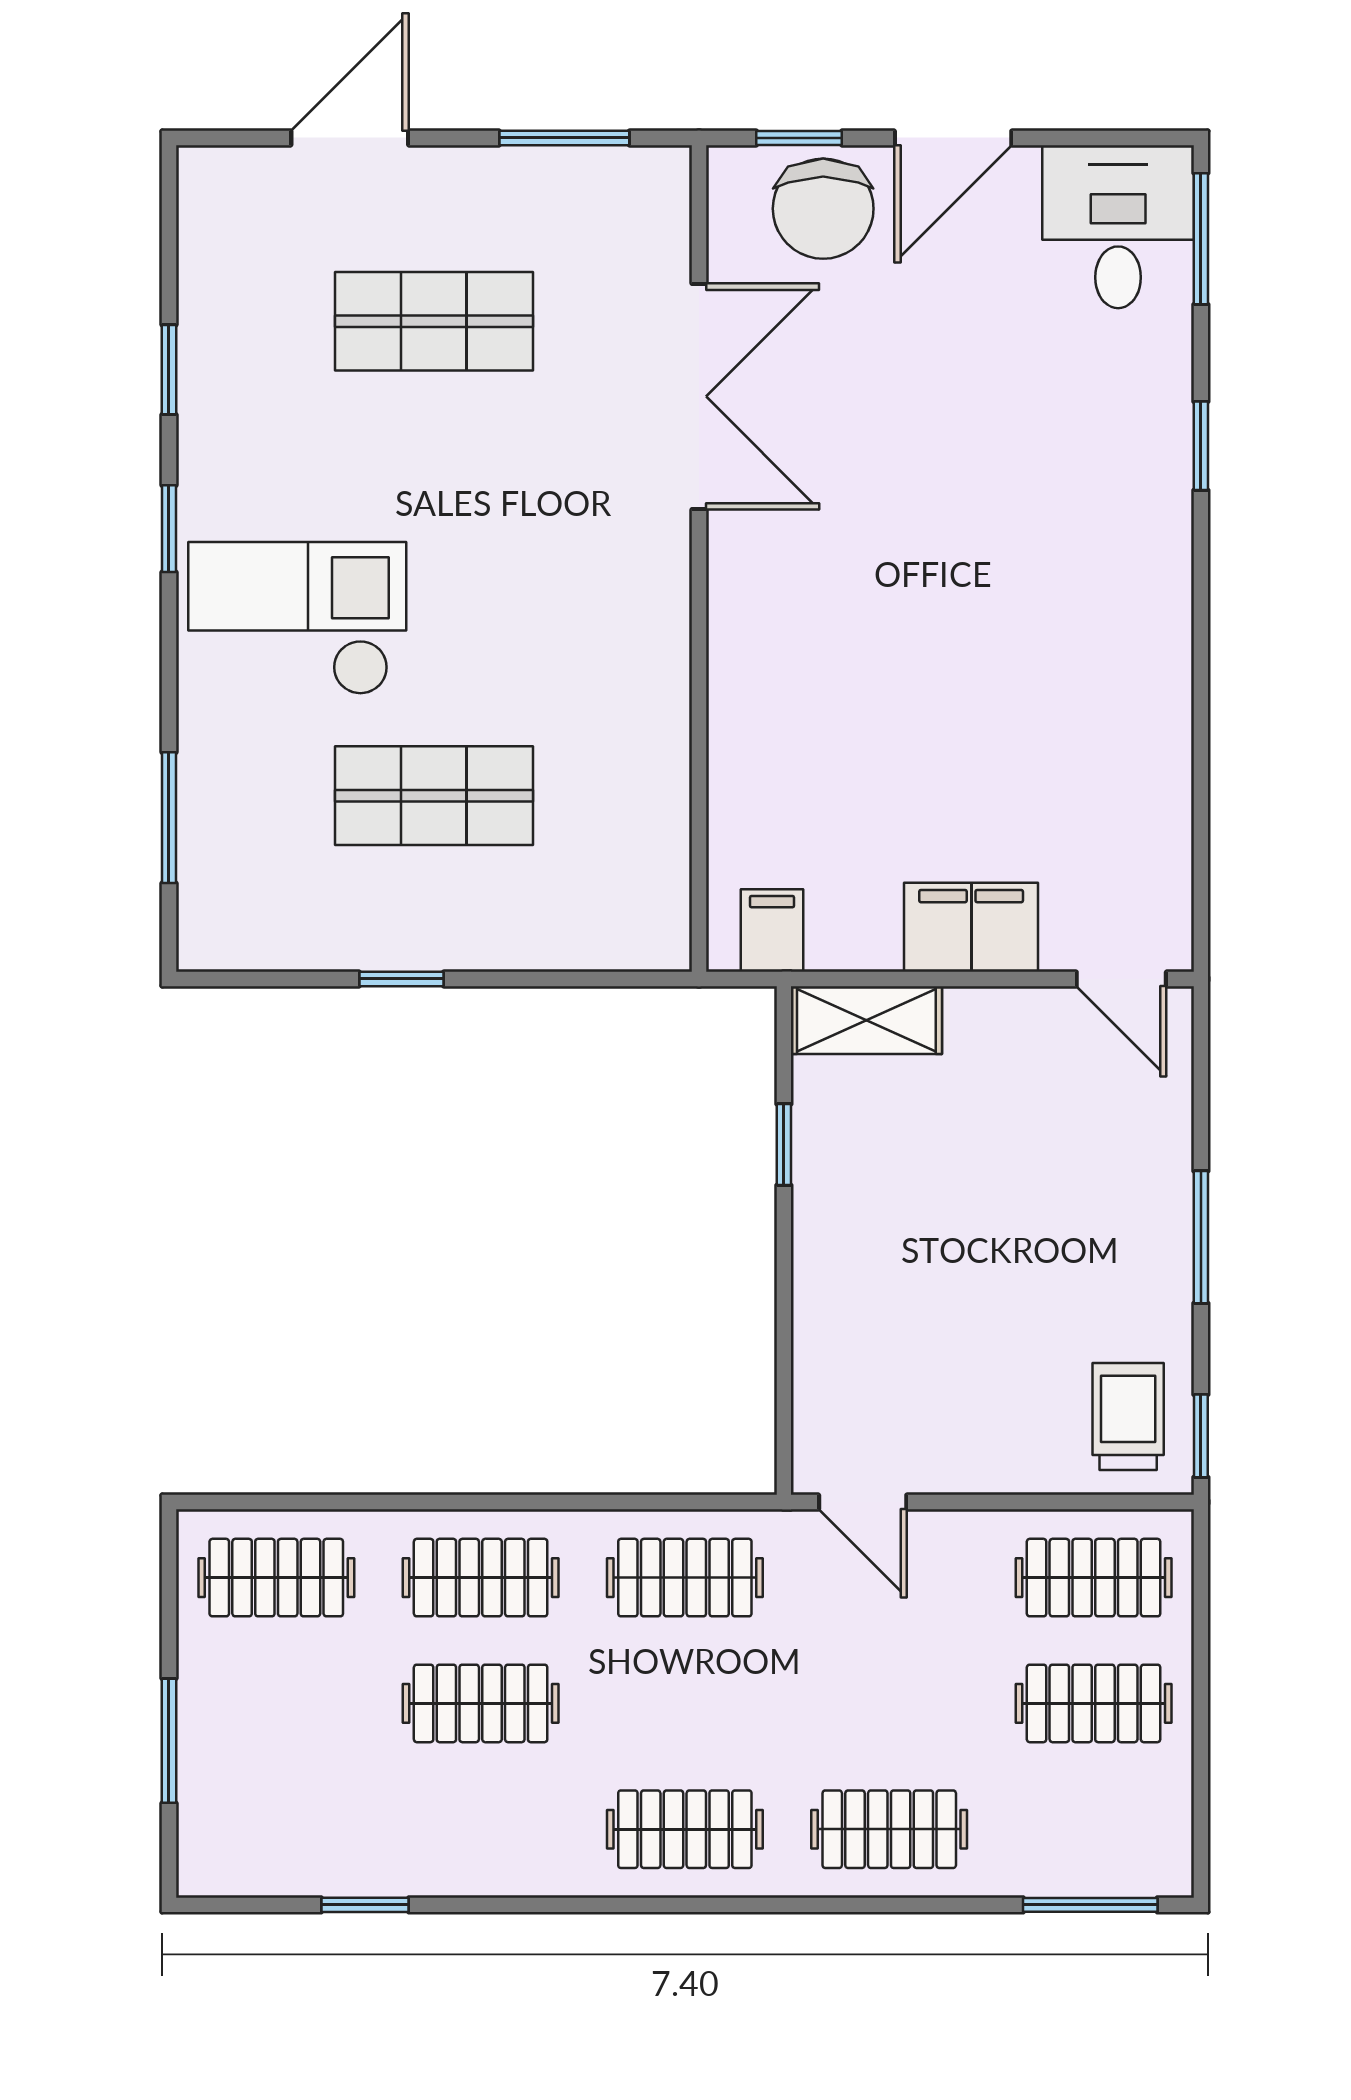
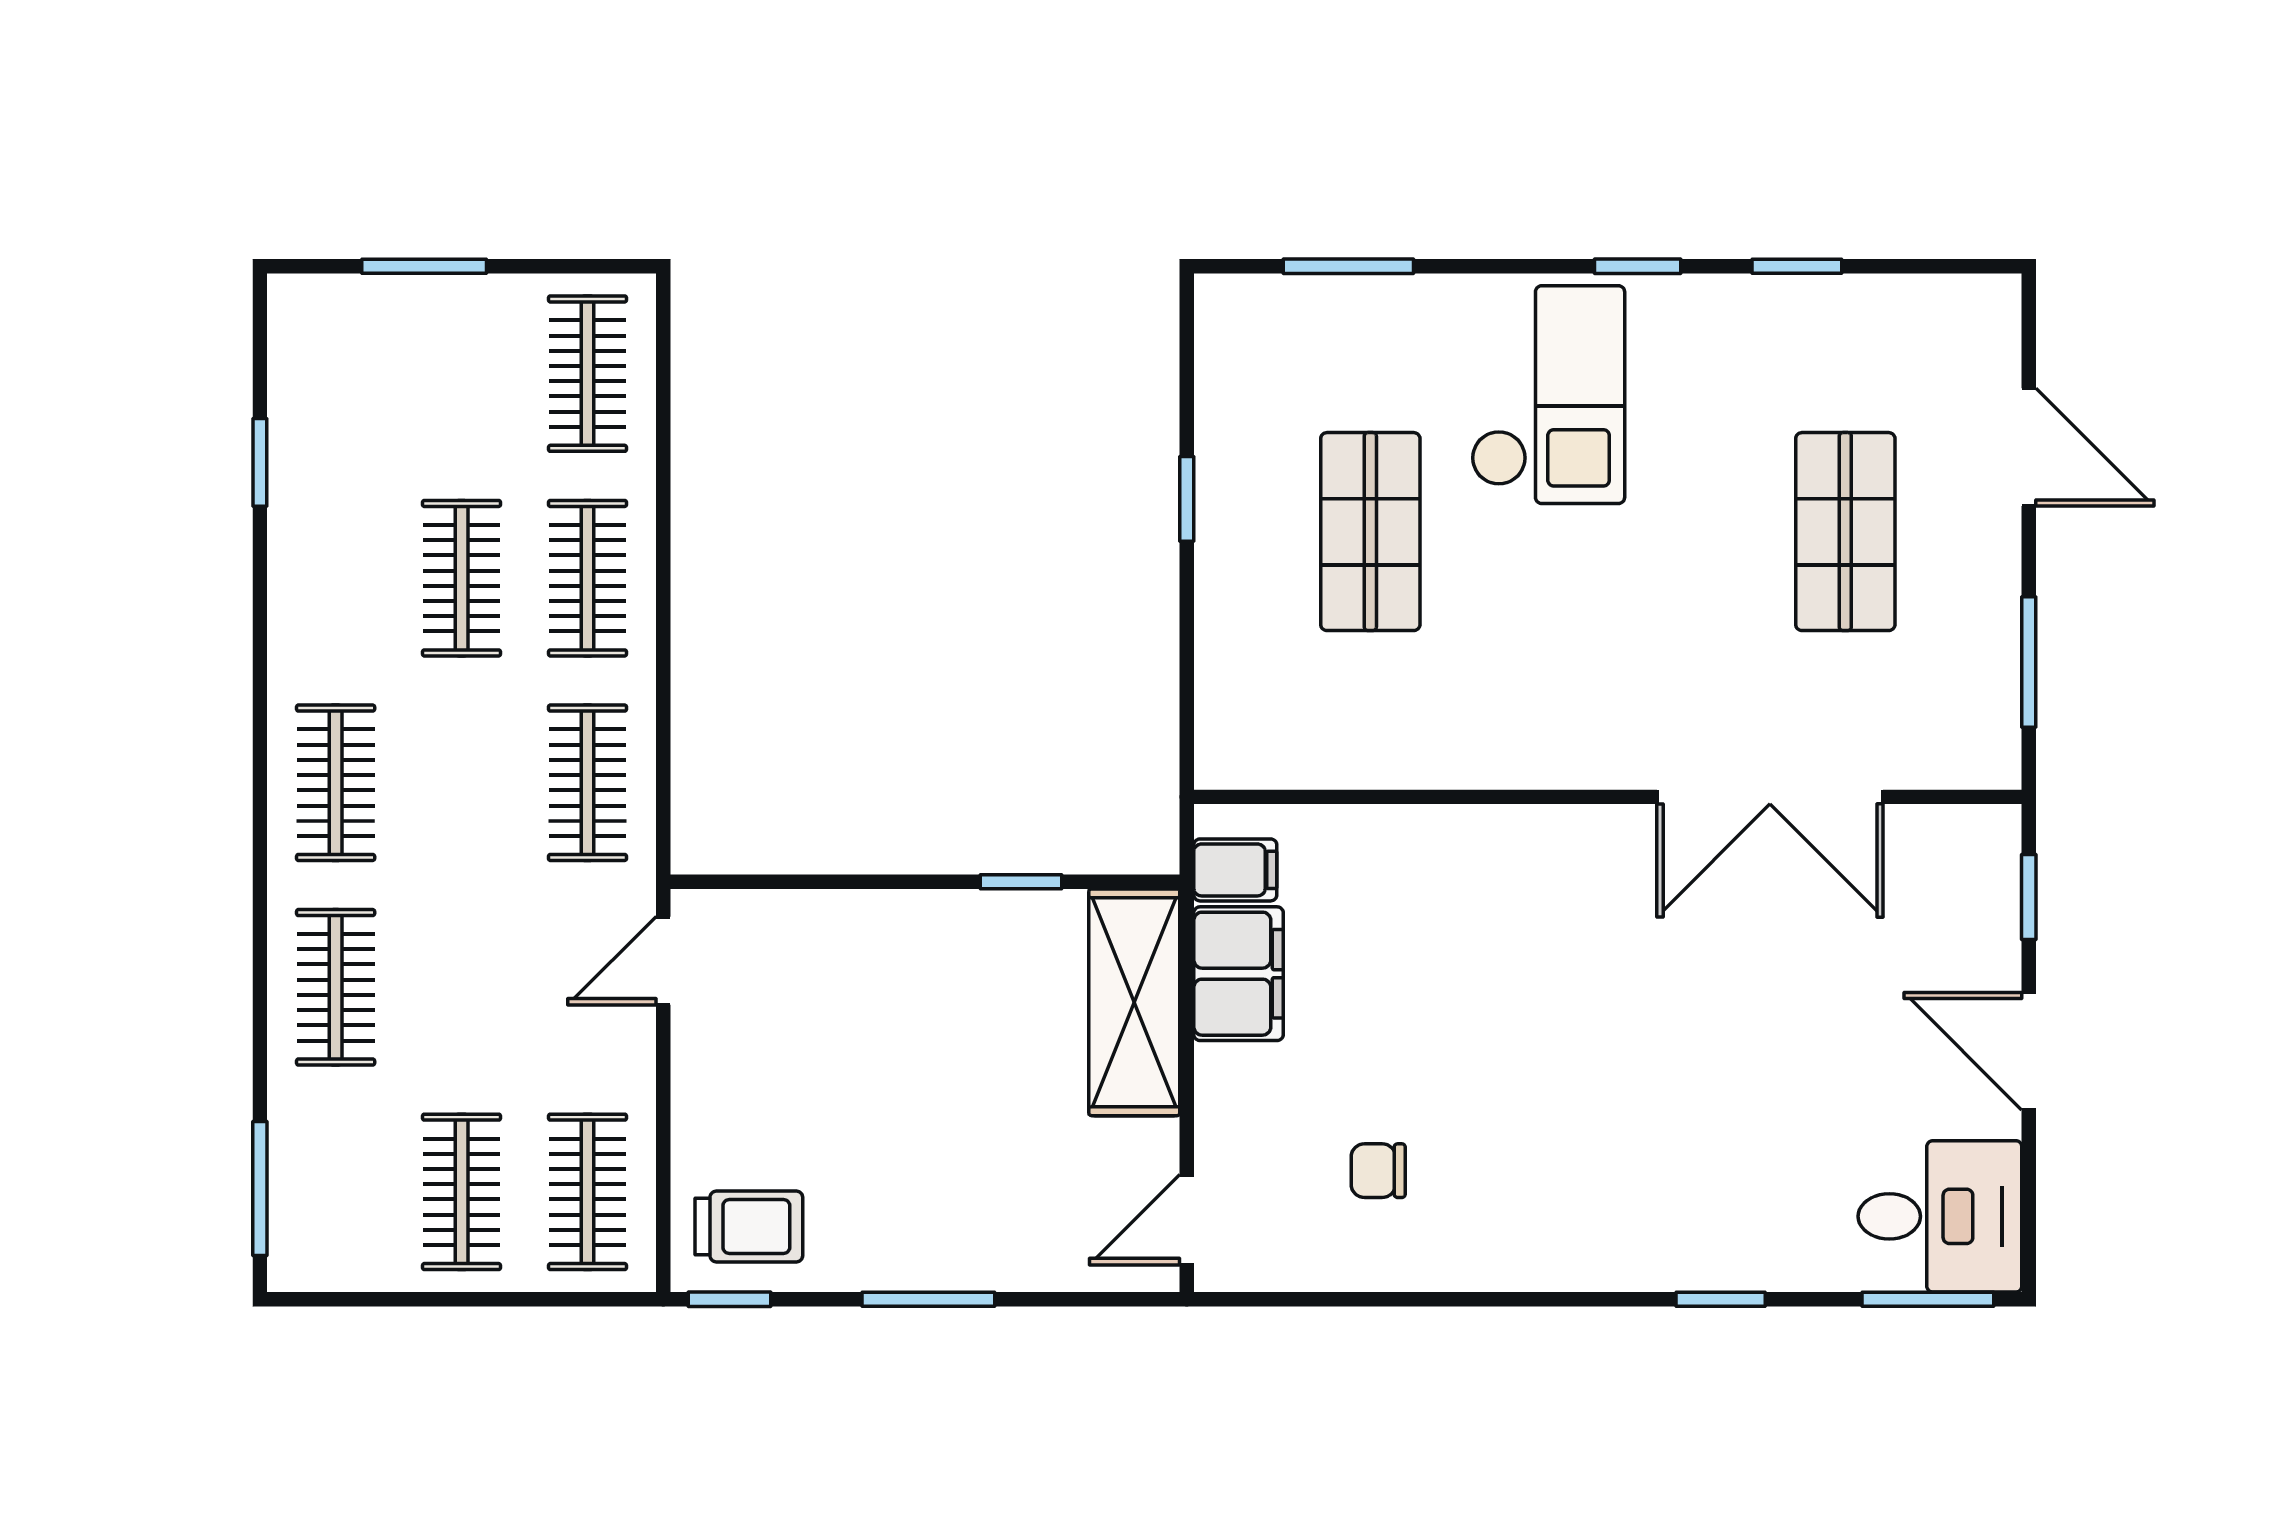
chair: (823, 209) -> (1378, 1171), moved, width x0.54, depth x0.54
filing cabinet: (971, 927) -> (1239, 974), moved
shelving: (866, 1020) -> (1134, 1002), width x1.50, depth x1.33

